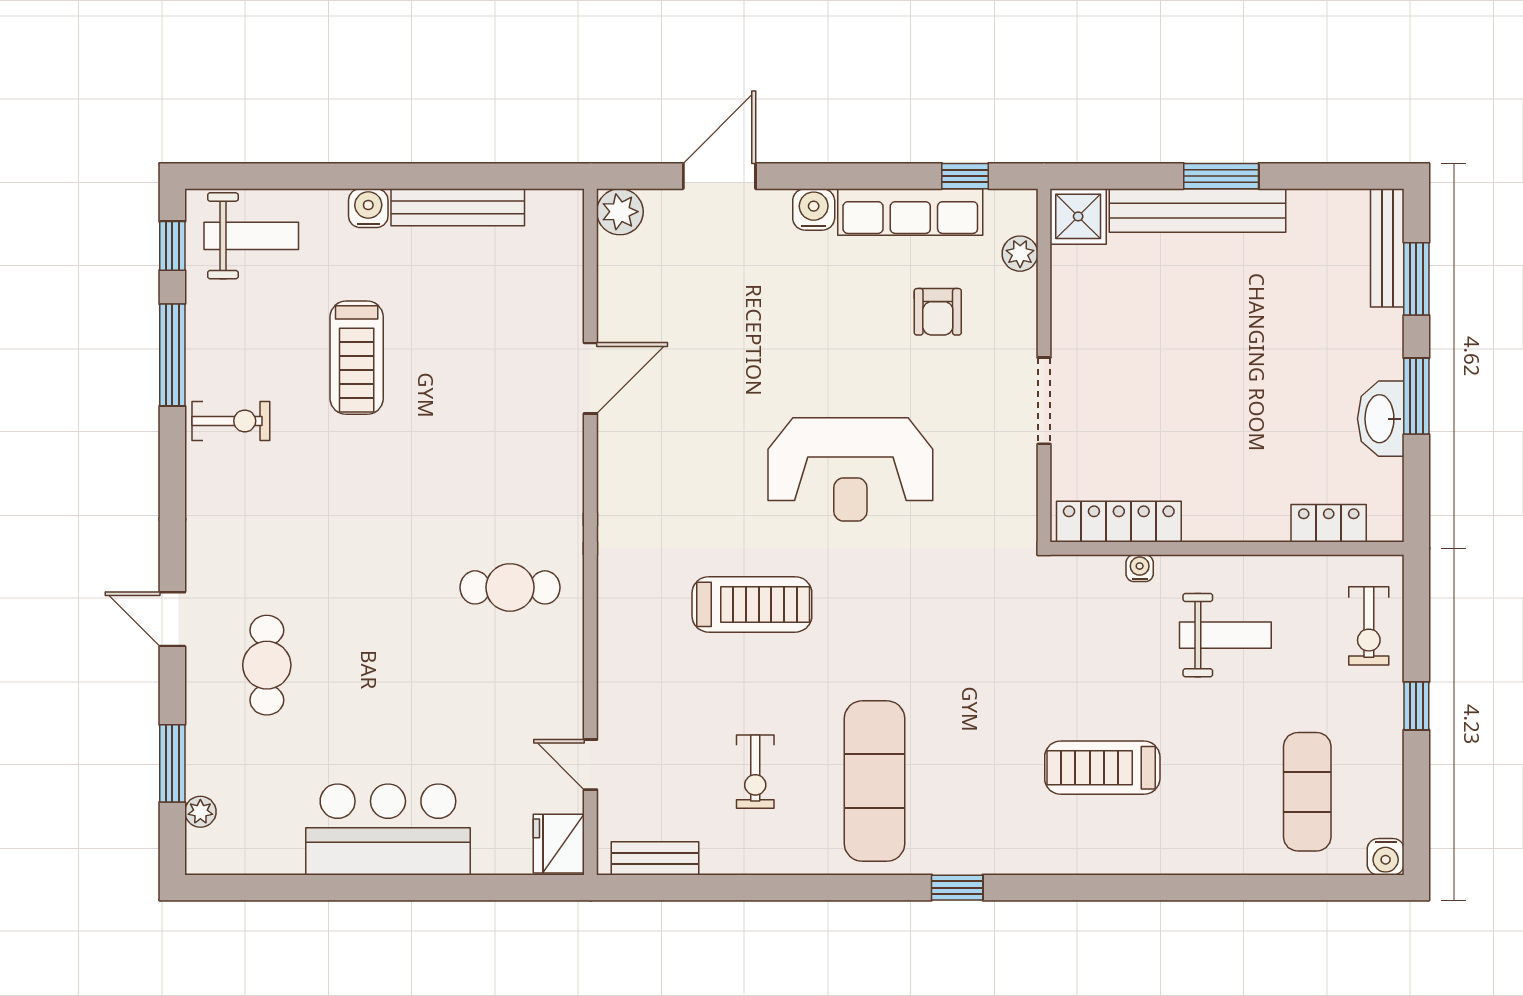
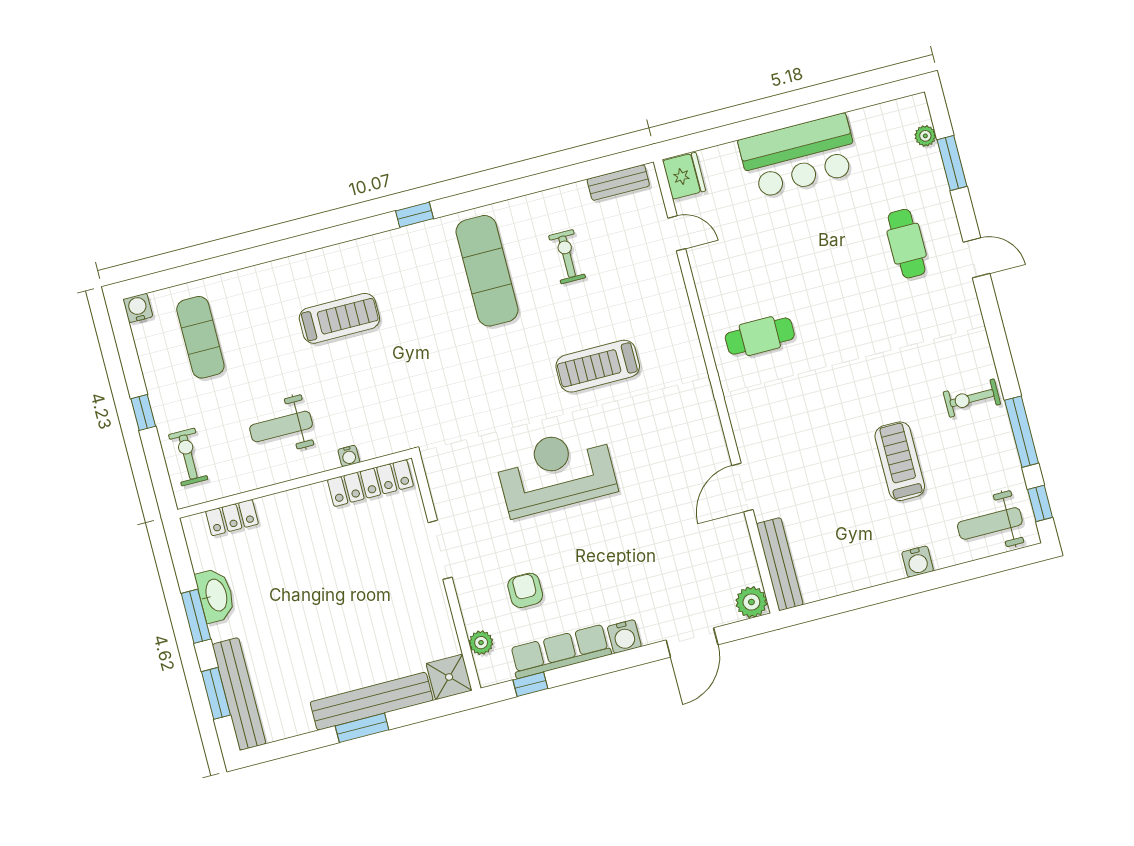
bench: (458, 207) -> (780, 564), moved, turned 90
bench: (1387, 248) -> (239, 694), width x1.37, depth x1.21

